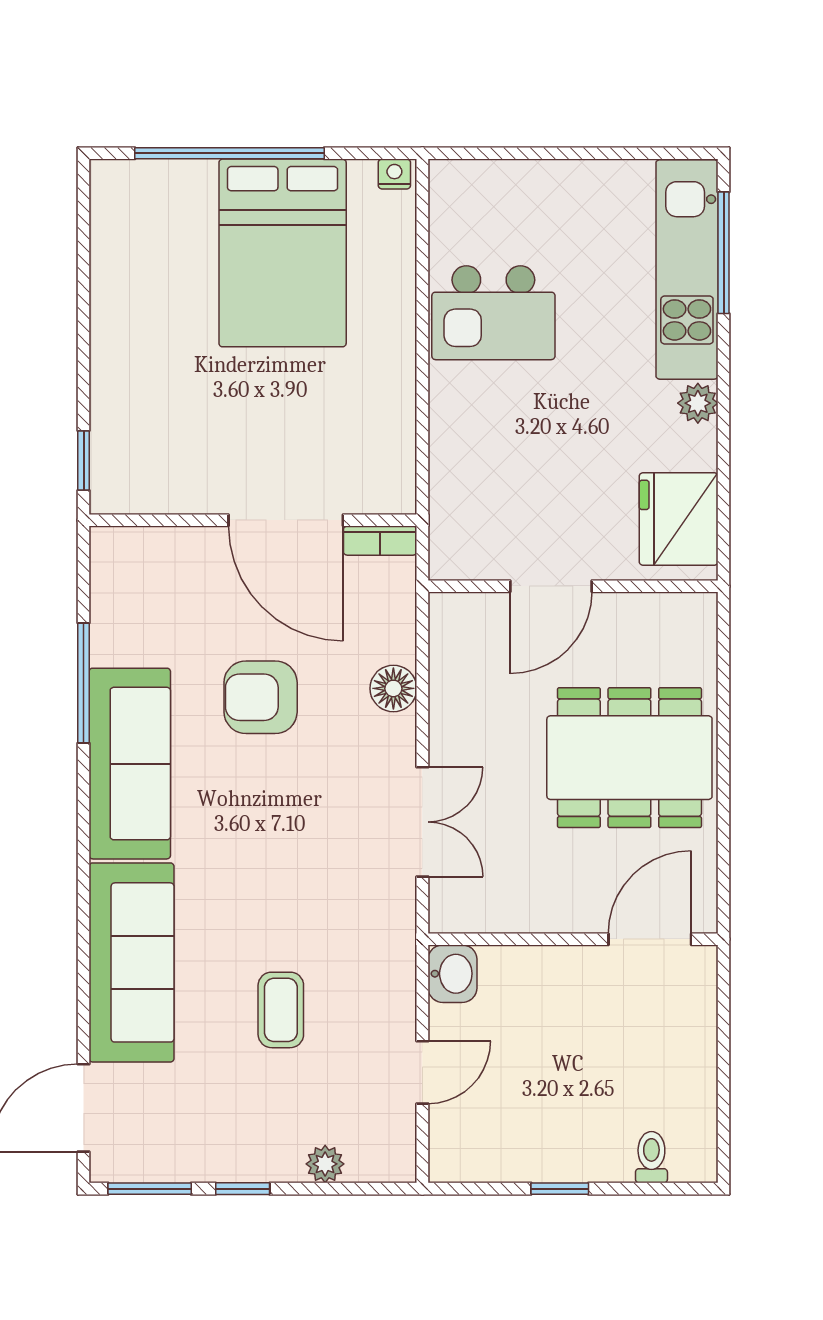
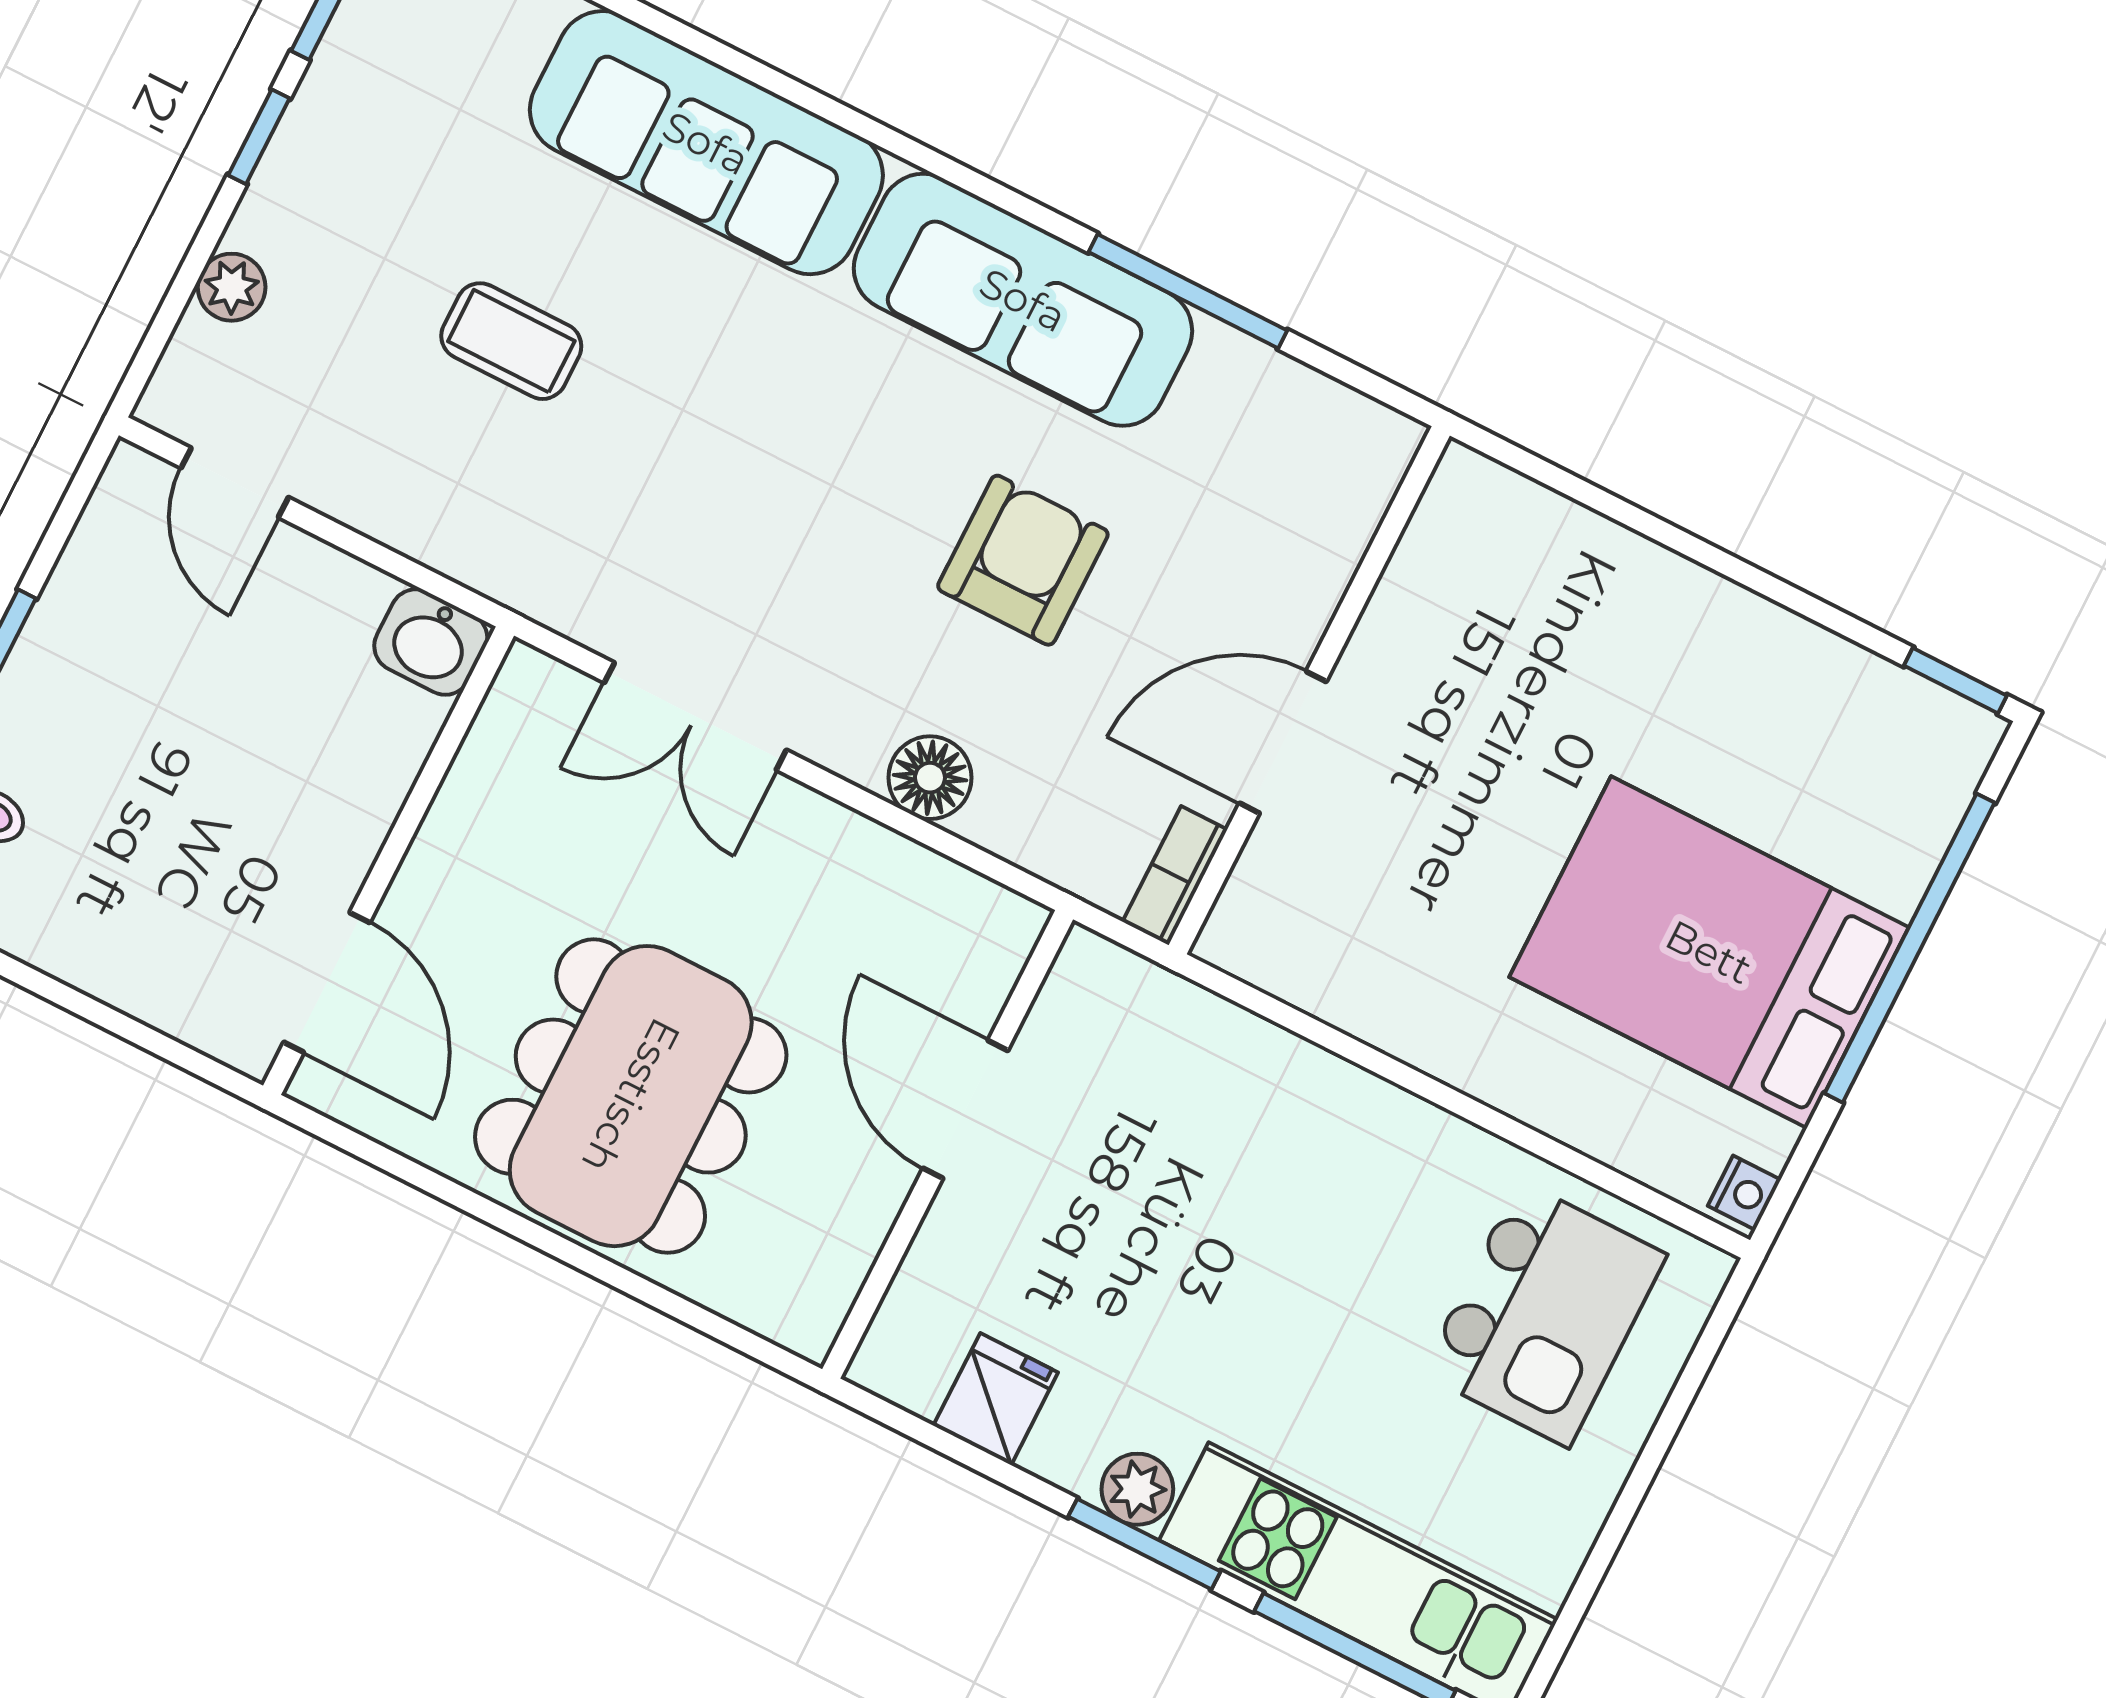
kitchen island: (493, 313) -> (1544, 1314), moved, turned 180
window: (724, 386) -> (1144, 1544), added
window: (84, 460) -> (1955, 681), moved
fridge: (679, 519) -> (996, 1399), width x0.53, depth x0.75
door: (286, 520) -> (1283, 742), width x0.73
door: (422, 1072) -> (235, 483), moved

